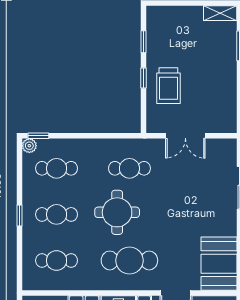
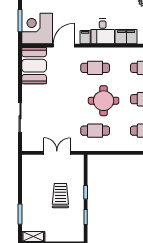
trolley: (168, 86) -> (60, 196), moved
cafe table: (129, 260) -> (95, 68), width x0.73, depth x0.74

